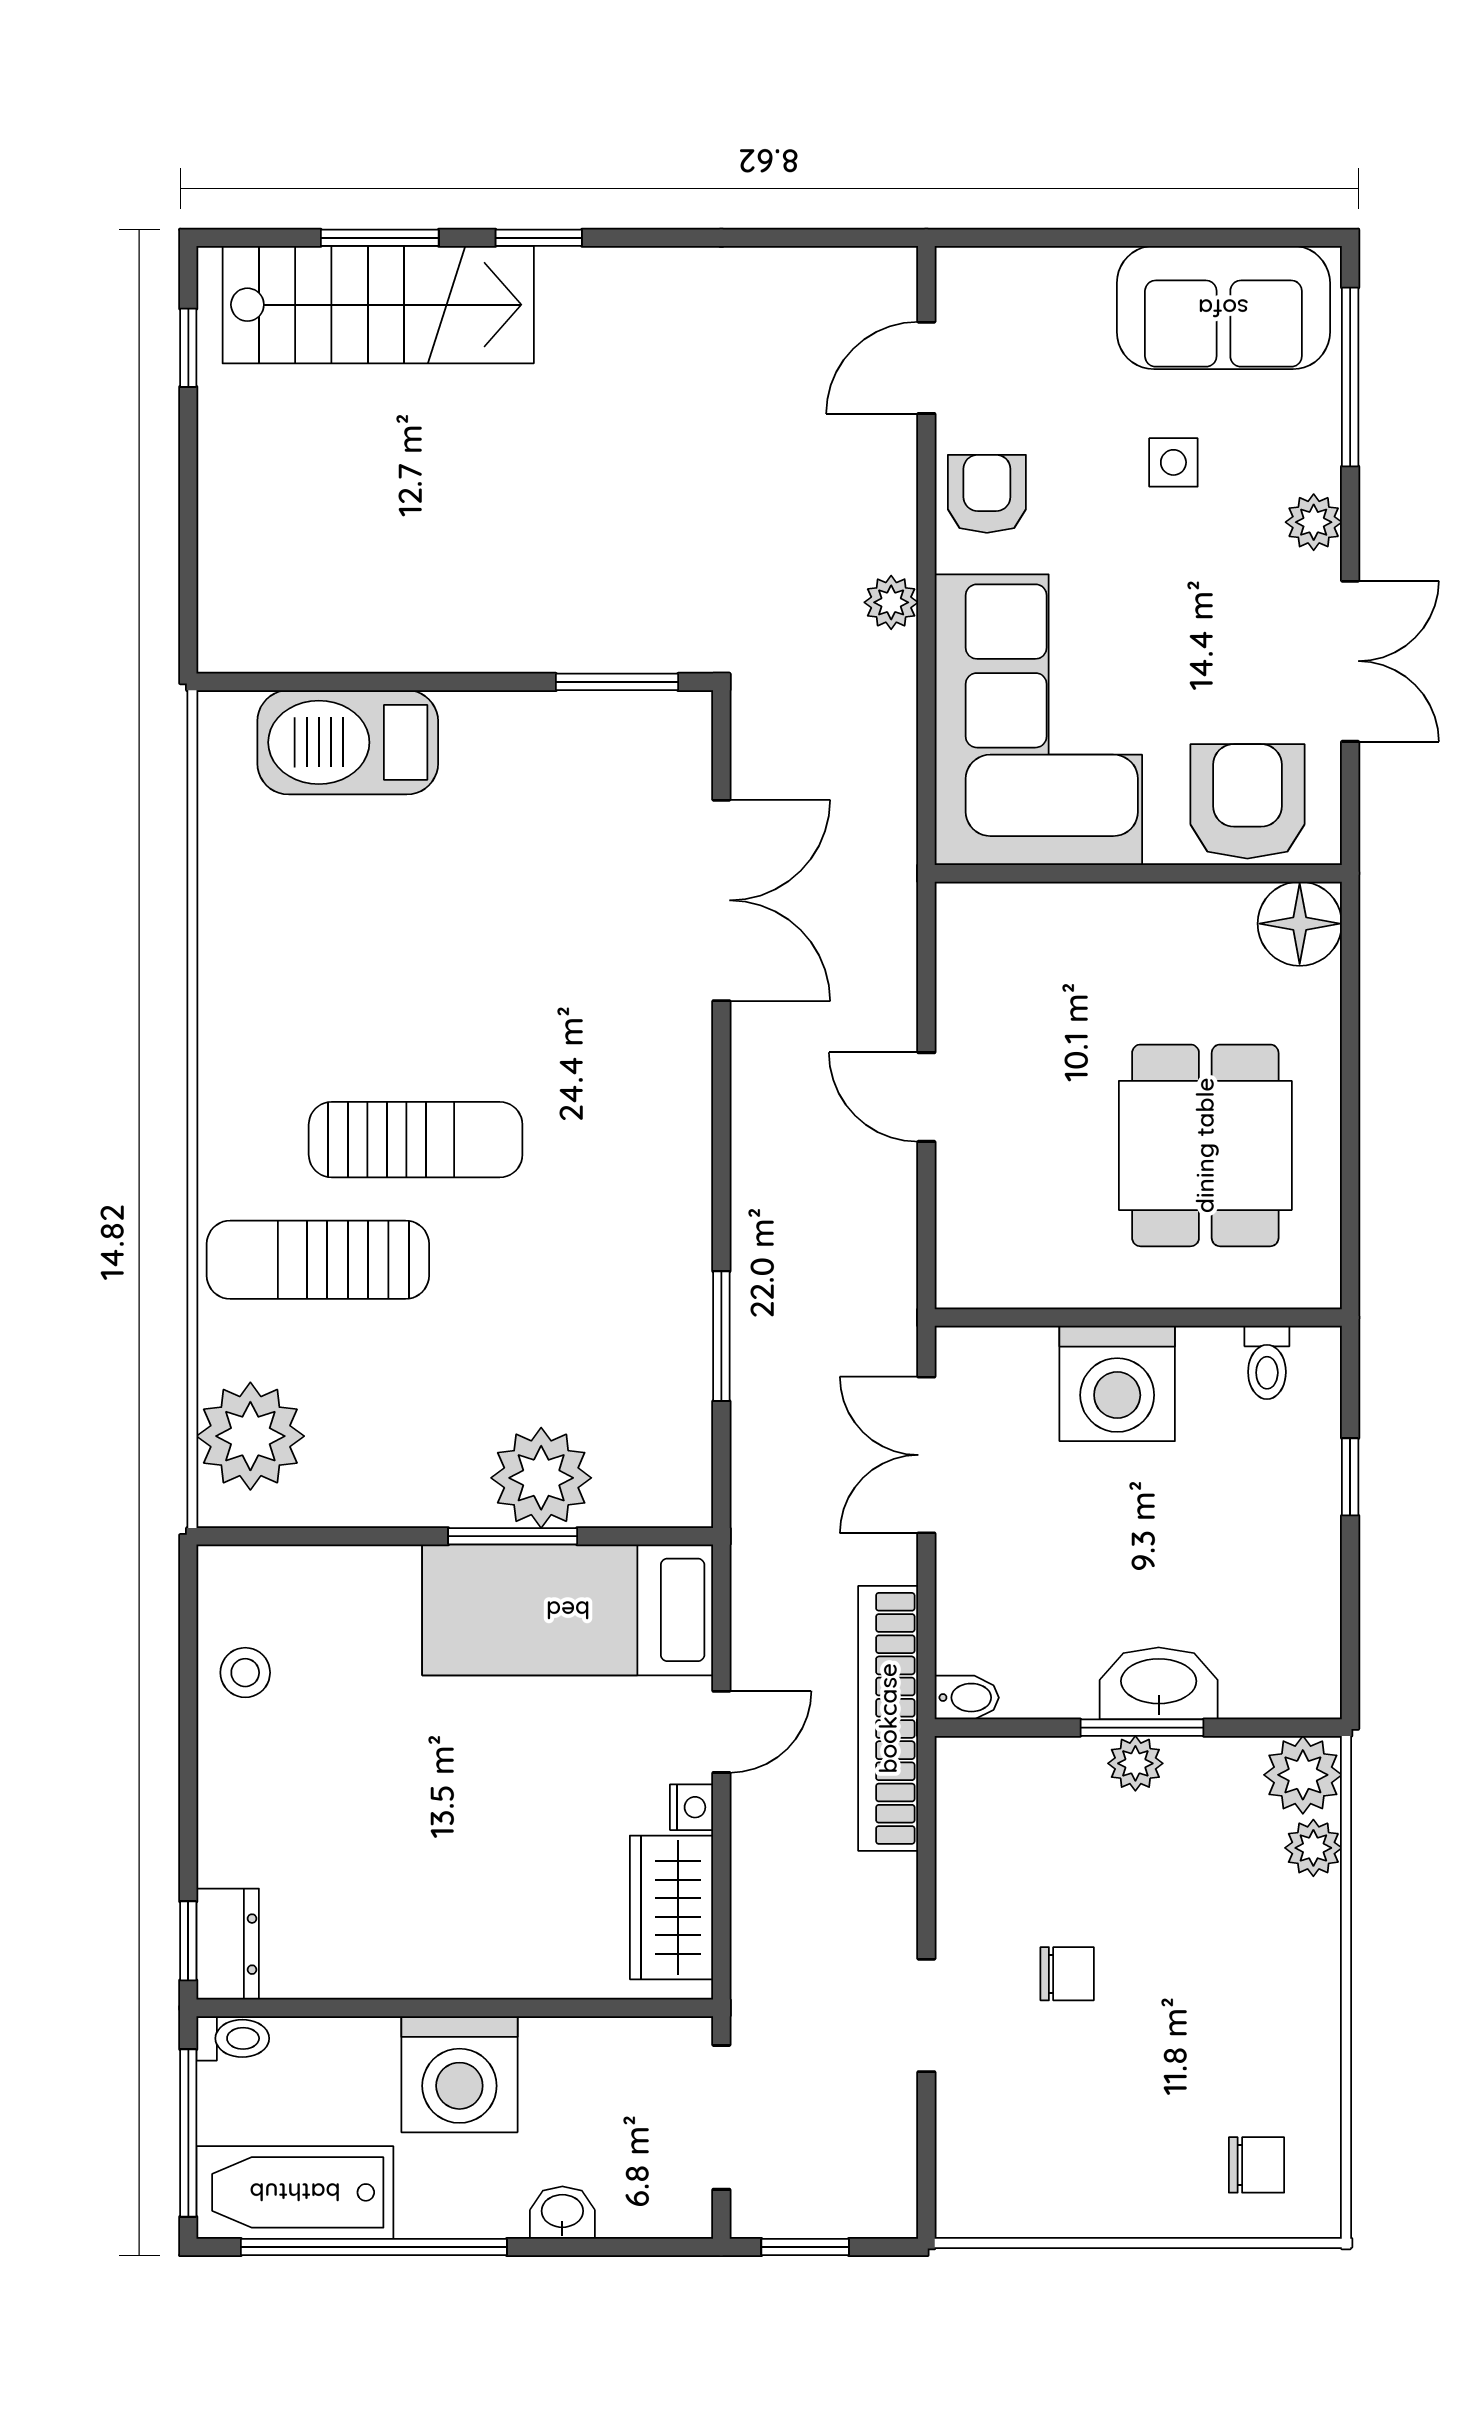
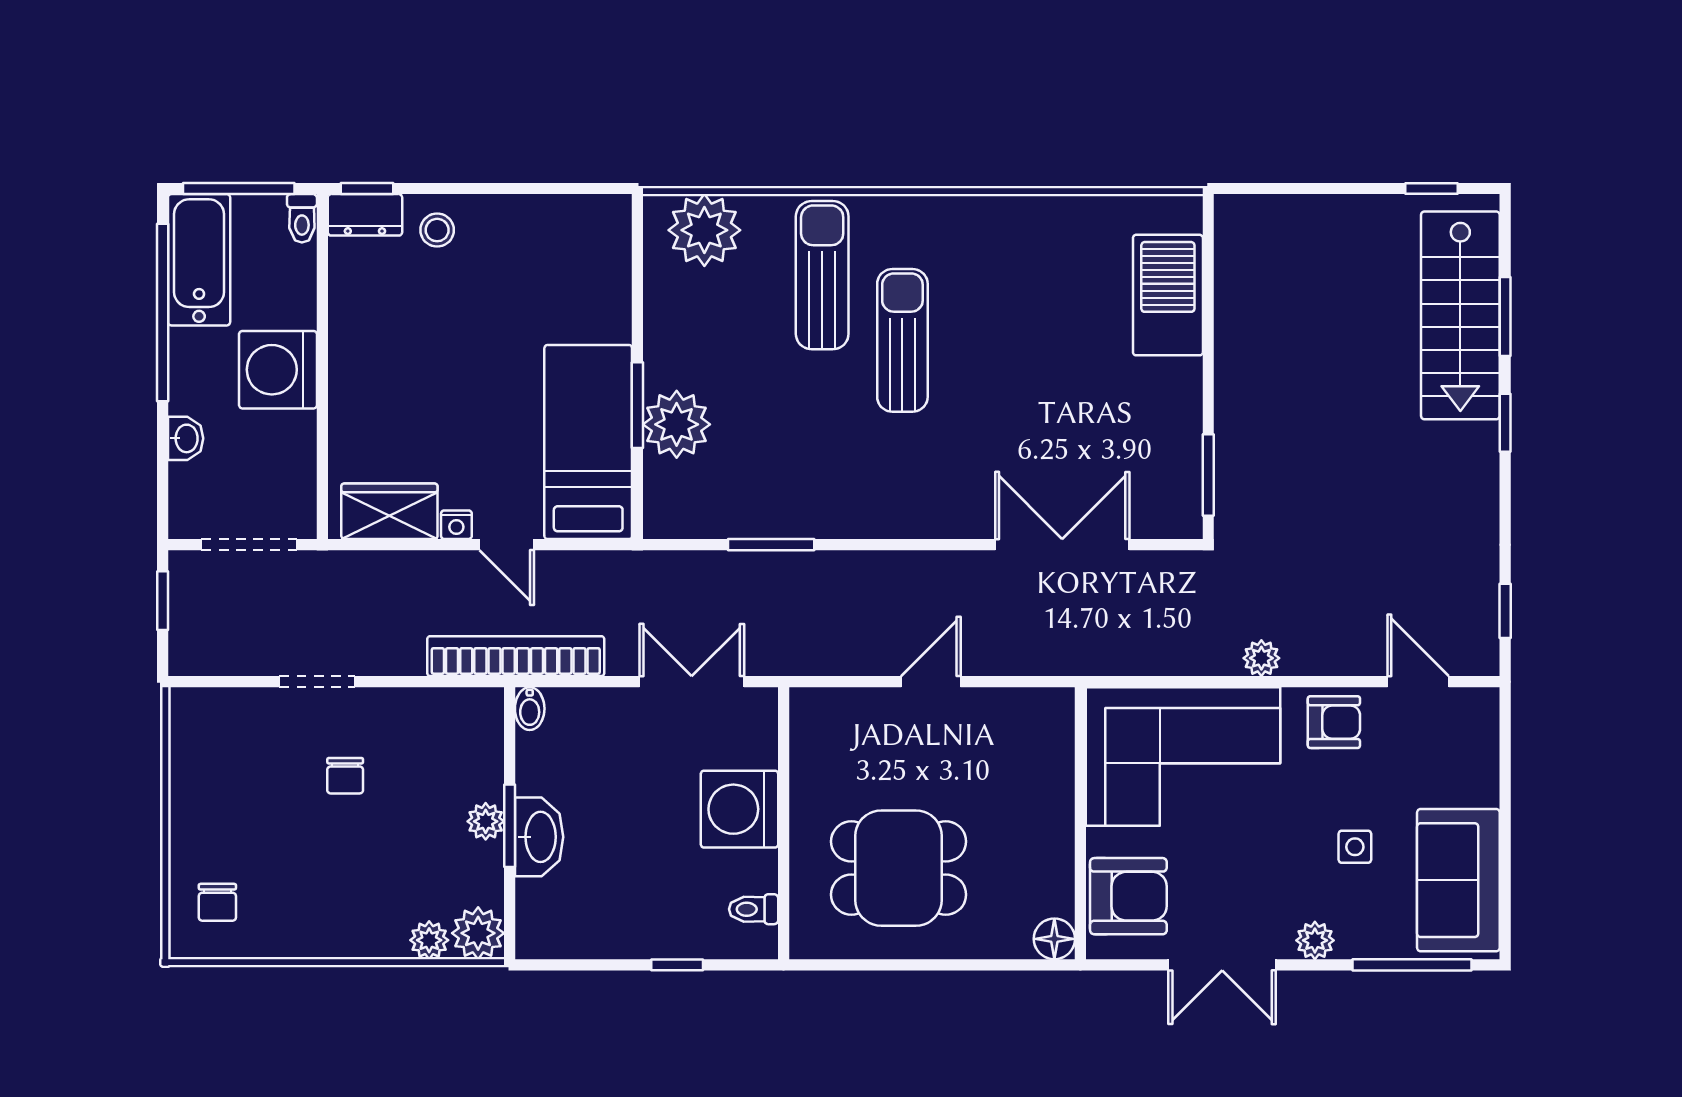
window: (820, 238) -> (1505, 611), added
double door: (721, 900) -> (1062, 545), swing flipped
floor lamp: (1300, 924) -> (1054, 939), width x0.73, depth x0.73
sun lounger: (416, 1140) -> (902, 340), turned 180
stool: (245, 1673) -> (437, 230), moved

